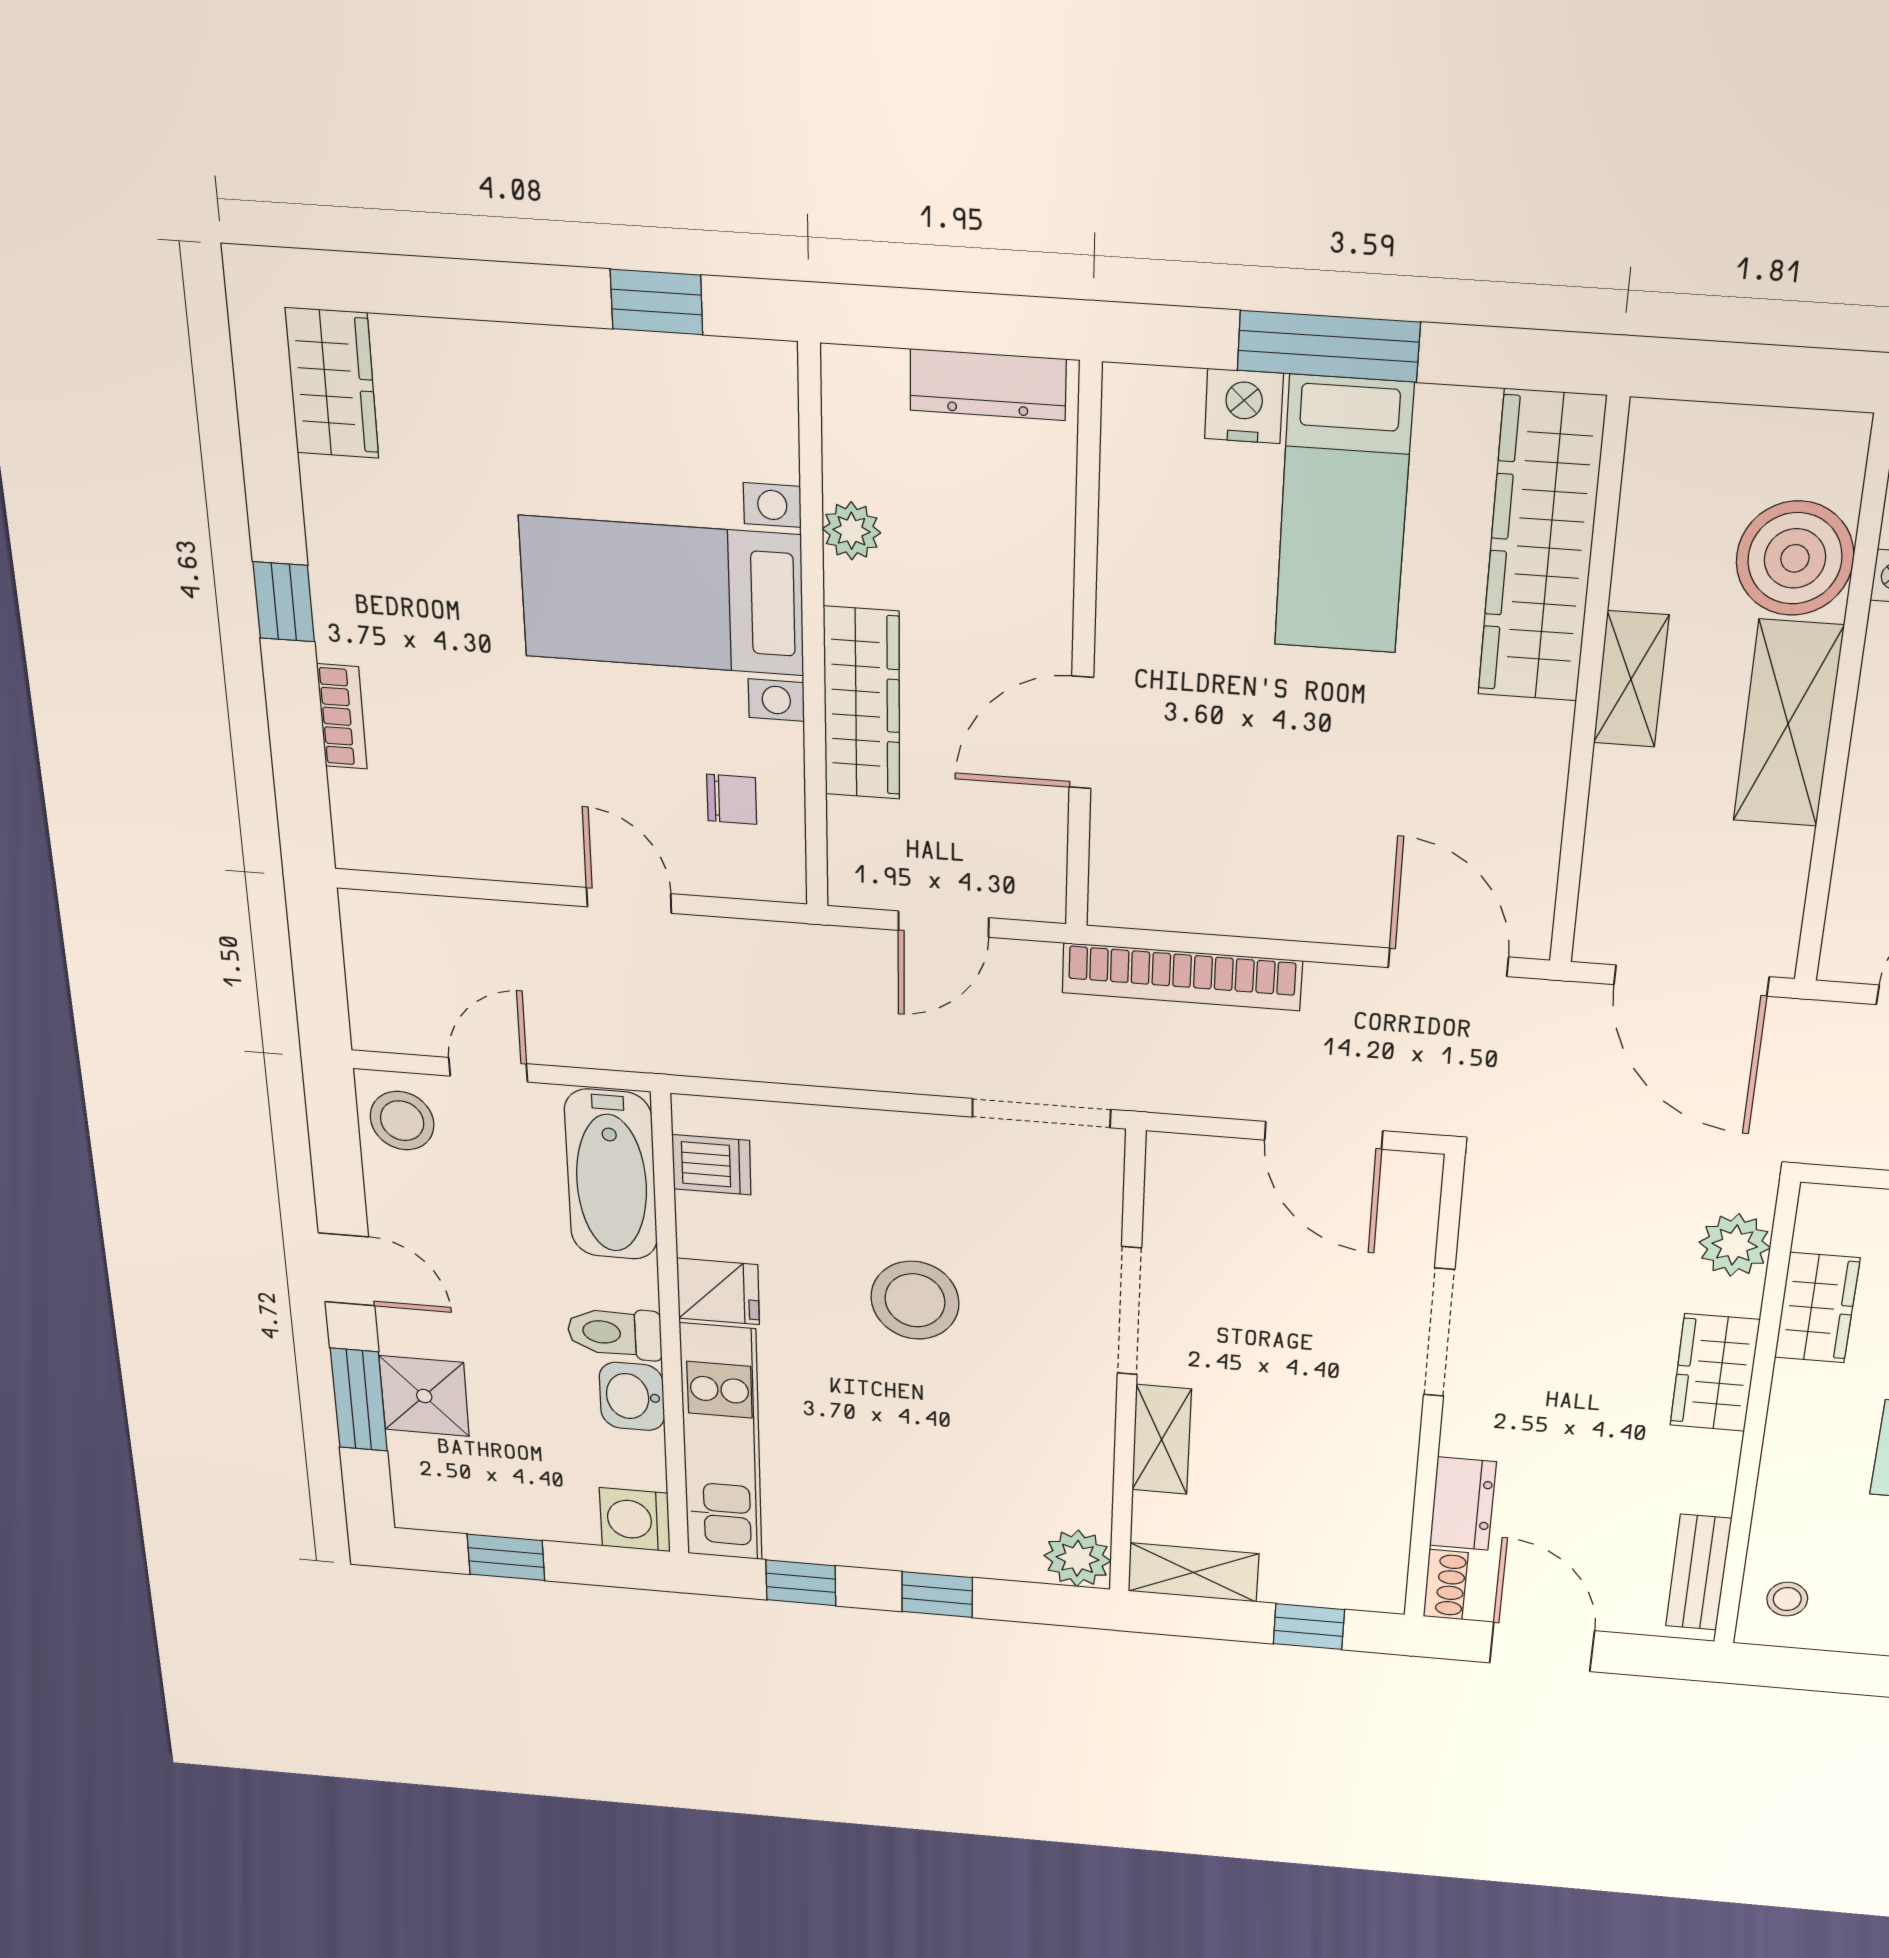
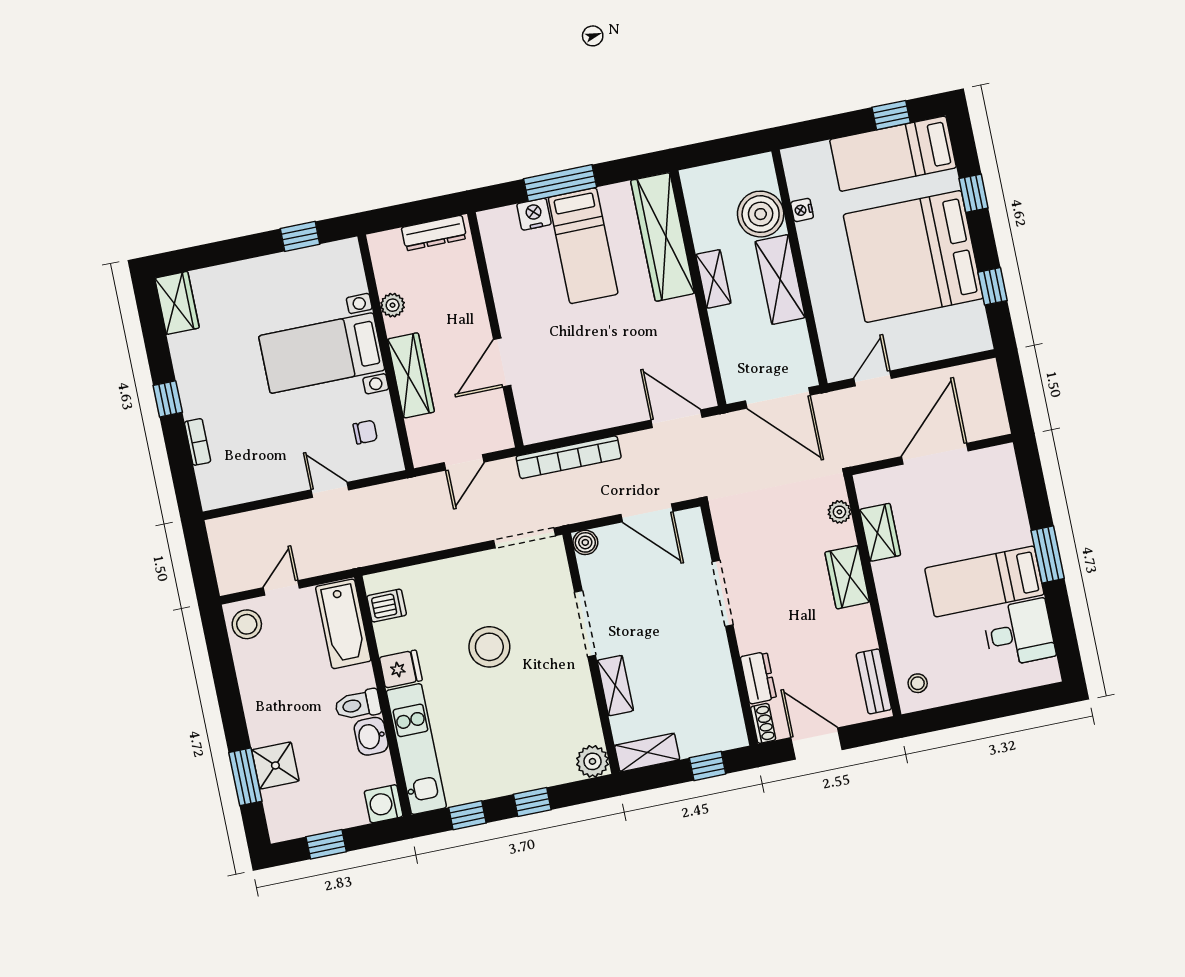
boiler: (1172, 1157) -> (585, 542), added
plant: (1735, 1245) -> (839, 512), width x0.73, depth x0.73
door: (347, 1269) -> (231, 708), removed

